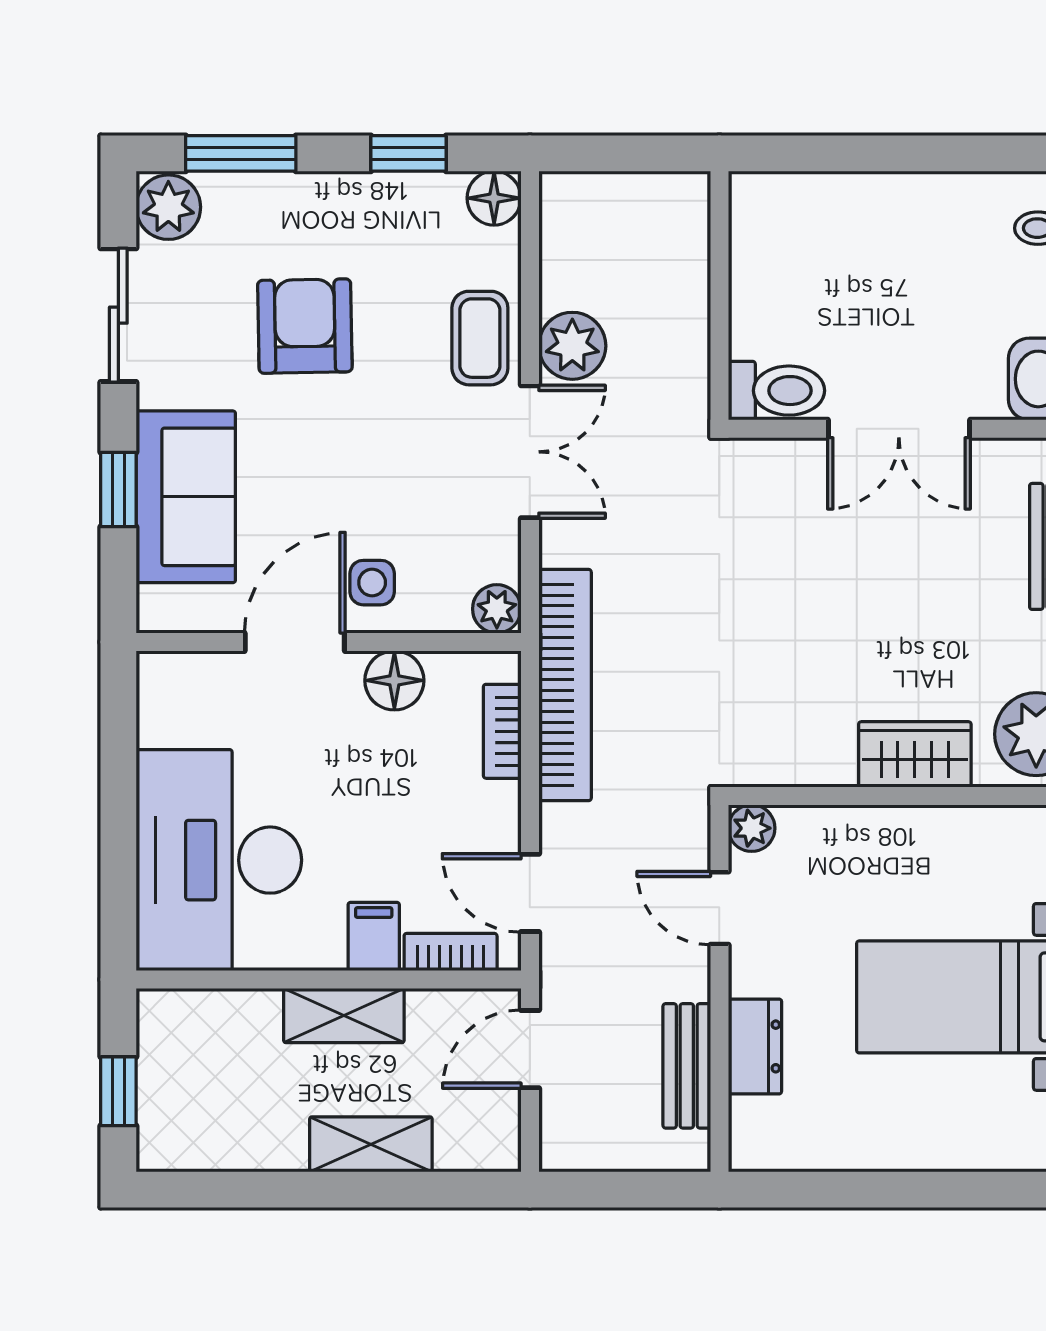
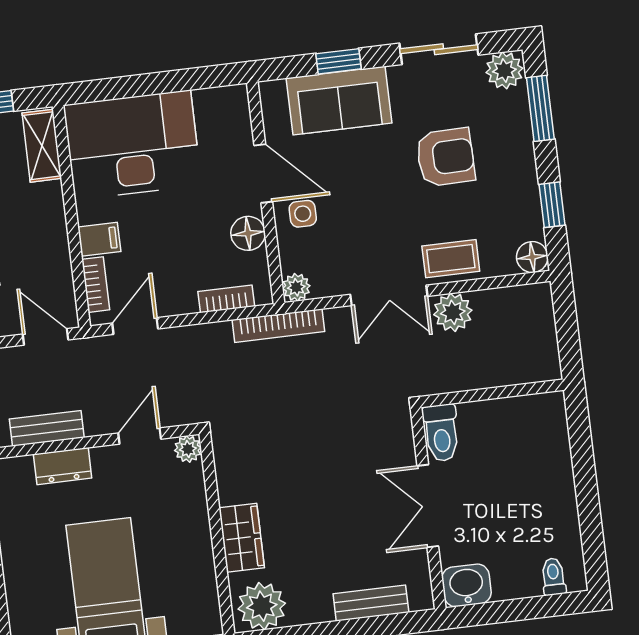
bookcase: (565, 685) -> (278, 326), width x0.68, depth x0.76
shelving: (344, 1016) -> (42, 146), moved

